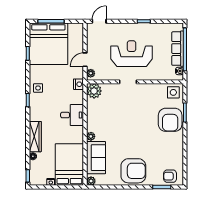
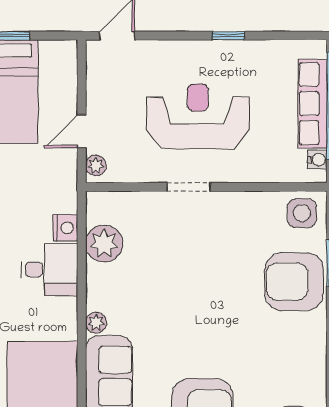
nightstand: (78, 84) -> (65, 228), moved
plant: (94, 91) -> (104, 244), moved
armchair: (170, 120) -> (294, 282), turned 90

